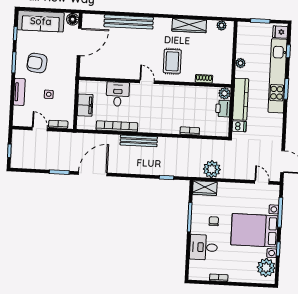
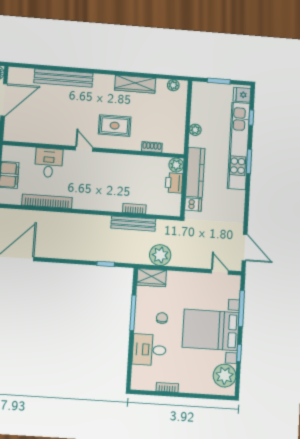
rug: (172, 61) -> (115, 126), turned 90
bench: (139, 141) -> (133, 224), moved

